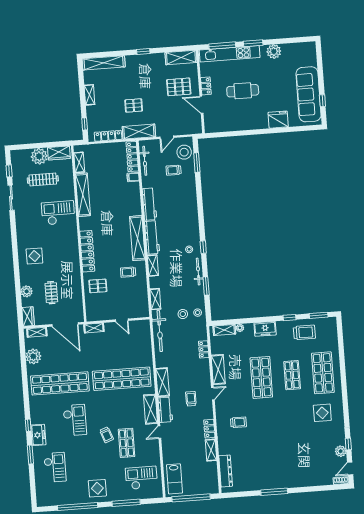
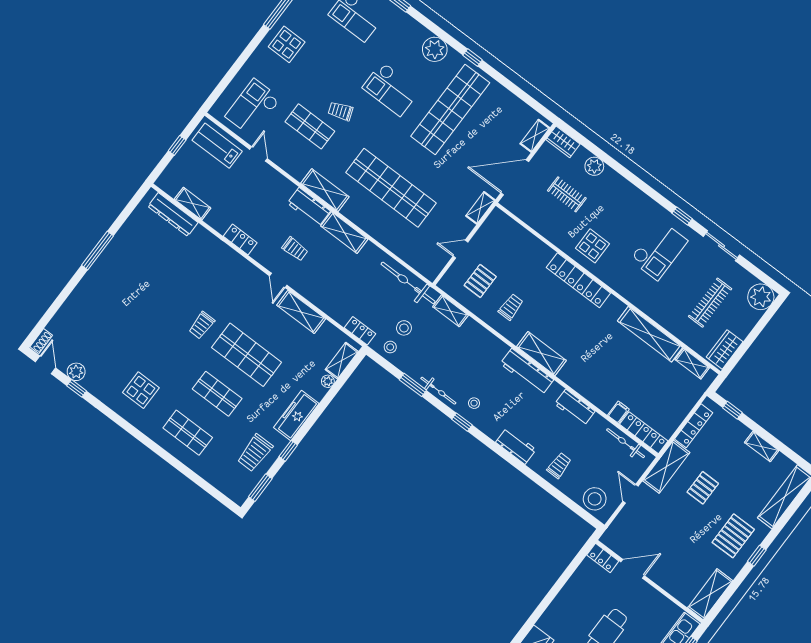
locker: (206, 86) -> (603, 558), moved
pallet: (179, 87) -> (733, 536), moved
plant: (39, 156) -> (761, 297), moved
window: (197, 162) -> (569, 503), removed
trolley: (174, 170) -> (559, 465), moved
window: (9, 171) -> (682, 216), moved
workbench: (149, 204) -> (575, 408), width x0.73
workbench: (192, 212) -> (516, 446), added
checkout: (58, 213) -> (659, 250), moved
shelving: (137, 238) -> (542, 354), width x0.68
display table: (34, 256) -> (592, 246), moved
shelving: (153, 265) -> (493, 343), removed
pallet: (98, 286) -> (480, 281), moved
freezer: (265, 329) -> (296, 415), width x1.40
locker: (204, 349) -> (360, 331), moved
plant: (33, 356) -> (435, 49), moved
shop shelf: (323, 373) -> (188, 433), width x0.70, depth x0.74
shop shelf: (122, 379) -> (391, 188), turned 90
trolley: (238, 422) -> (202, 325), moved
window: (28, 425) -> (473, 58), moved
door: (159, 432) -> (258, 154), moved
freezer: (38, 435) -> (412, 30), removed
shelving: (211, 450) -> (193, 204), moved
checkout: (141, 478) -> (253, 107), turned 180
window: (191, 498) -> (177, 145), width x0.32
window: (126, 503) -> (239, 63), removed

